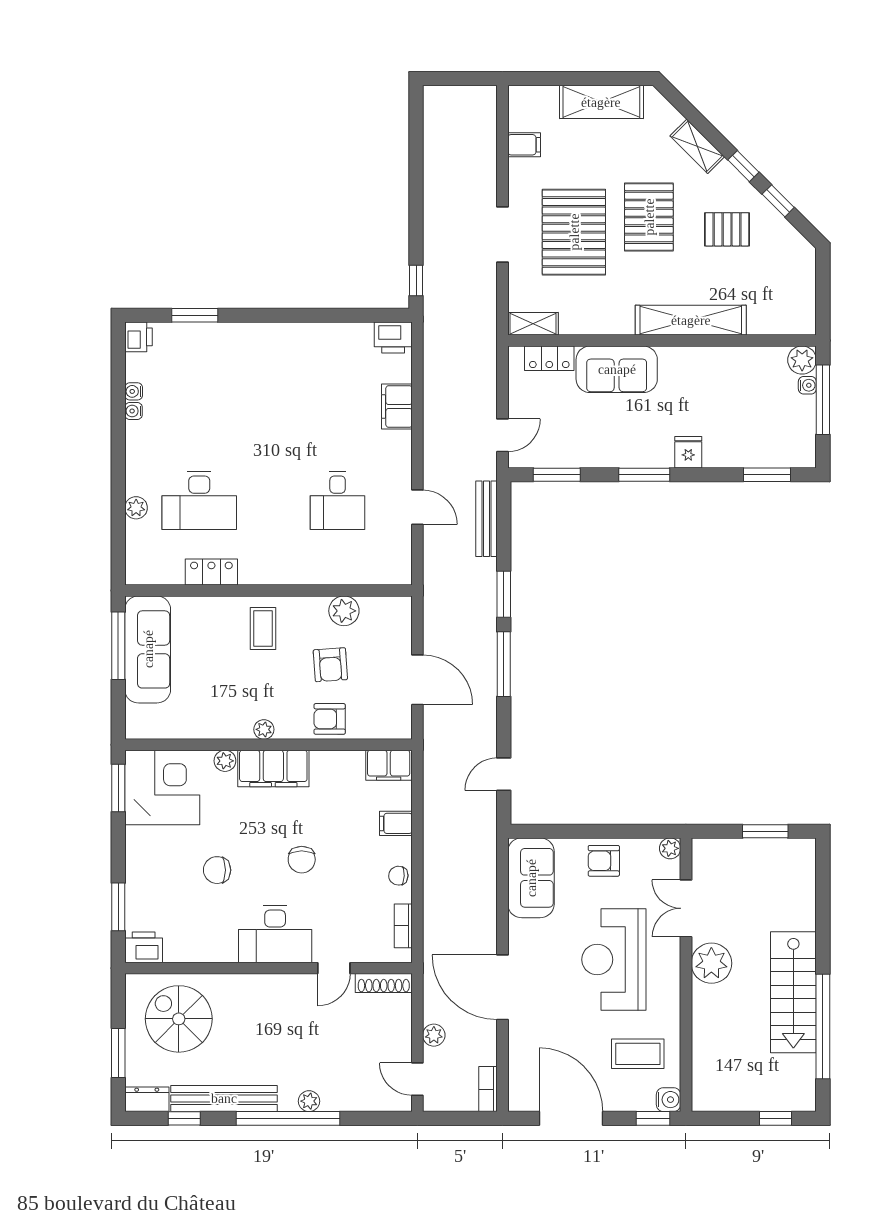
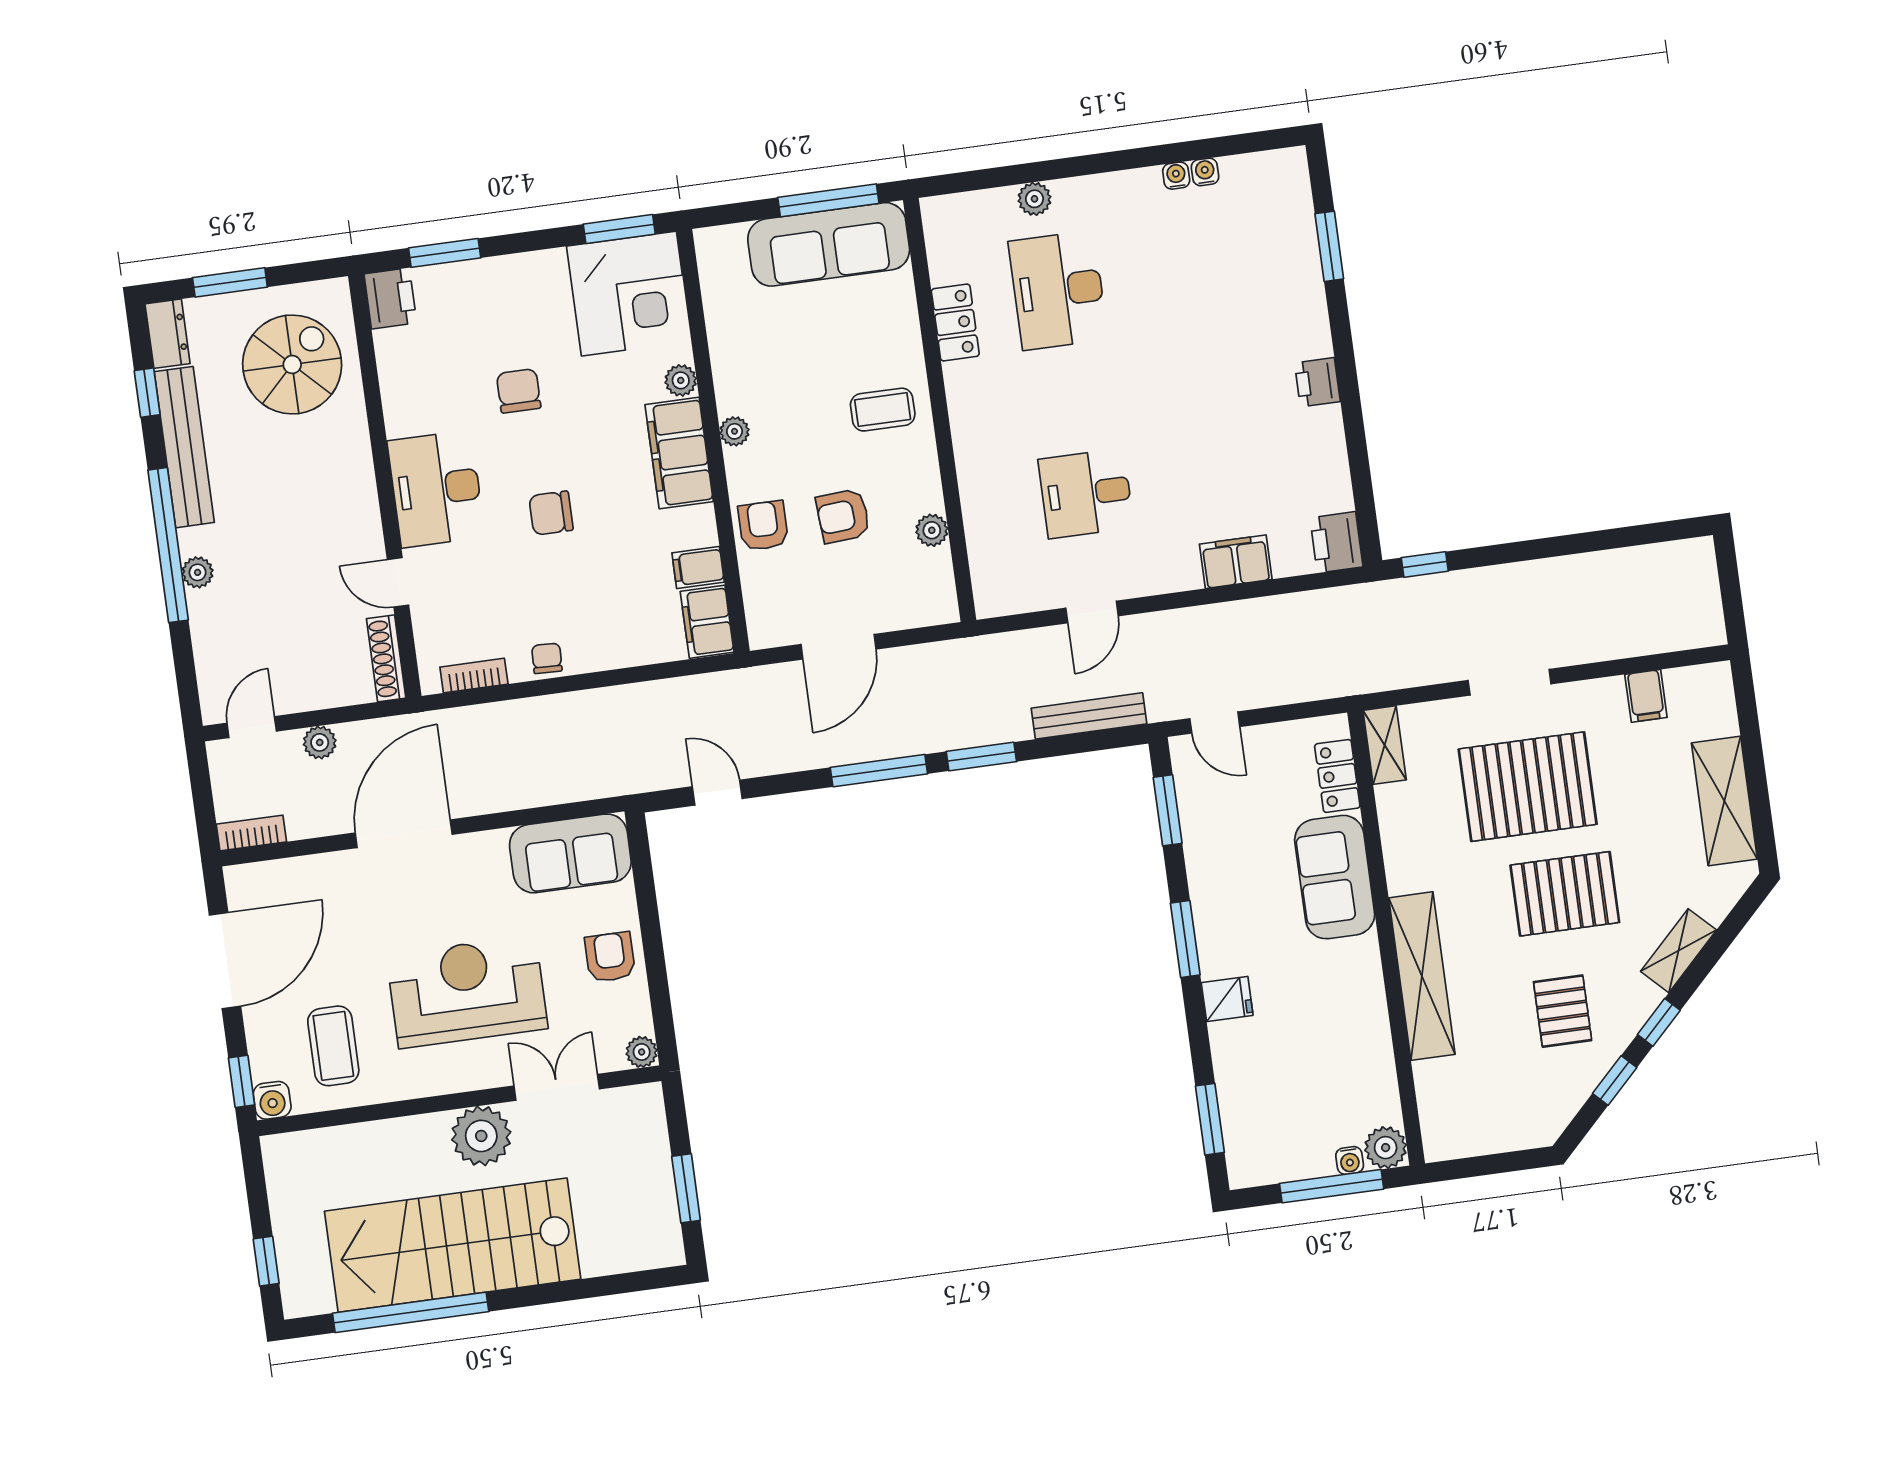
printer: (138, 337) -> (1317, 382), moved, turned 90
plant: (344, 611) -> (932, 530), width x0.73, depth x0.73
filing cabinet: (396, 823) -> (698, 567), moved, turned -90
stairs: (793, 992) -> (453, 1245), width x1.36, depth x1.51

